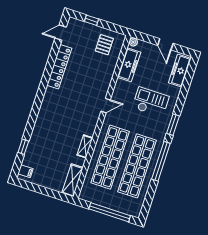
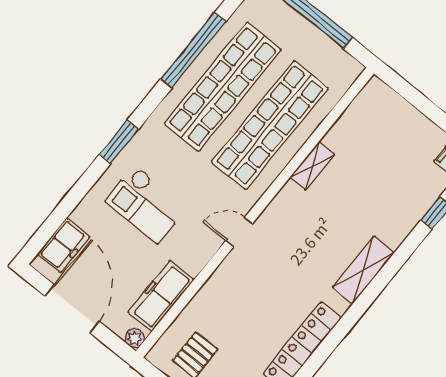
door: (165, 44) -> (72, 309), width x1.88
freezer: (180, 71) -> (64, 245), width x0.71
window: (161, 161) -> (193, 50), moved
shelving: (72, 180) -> (363, 270), moved

